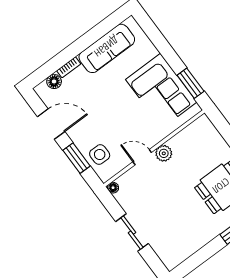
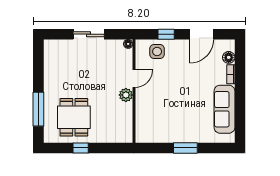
window: (191, 83) -> (185, 148), moved
corner sofa: (161, 91) -> (169, 125), removed
window: (77, 158) -> (166, 34), width x0.67

